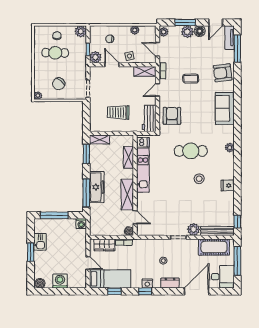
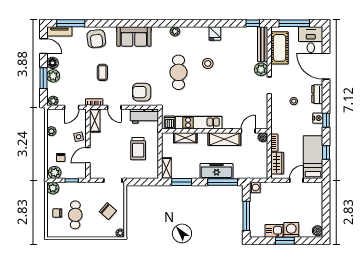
plant: (95, 57) -> (55, 172), moved
washing machine: (60, 281) -> (291, 230), moved, turned 90

